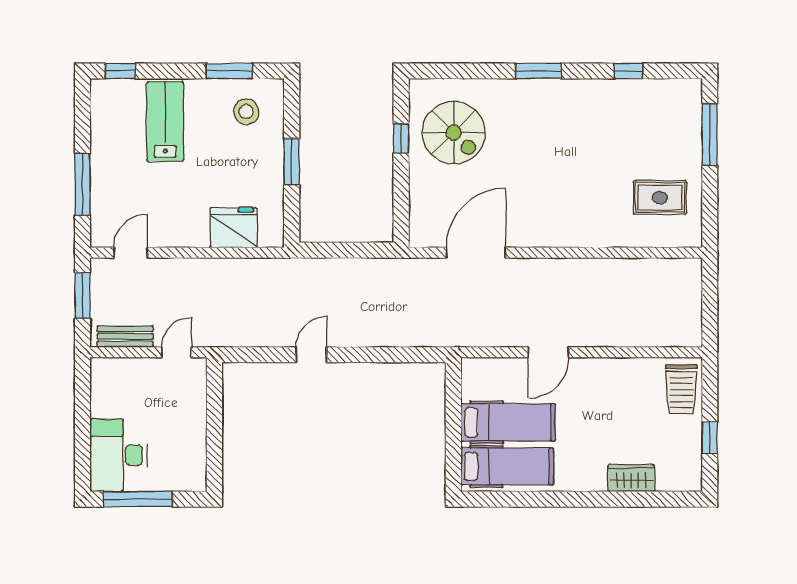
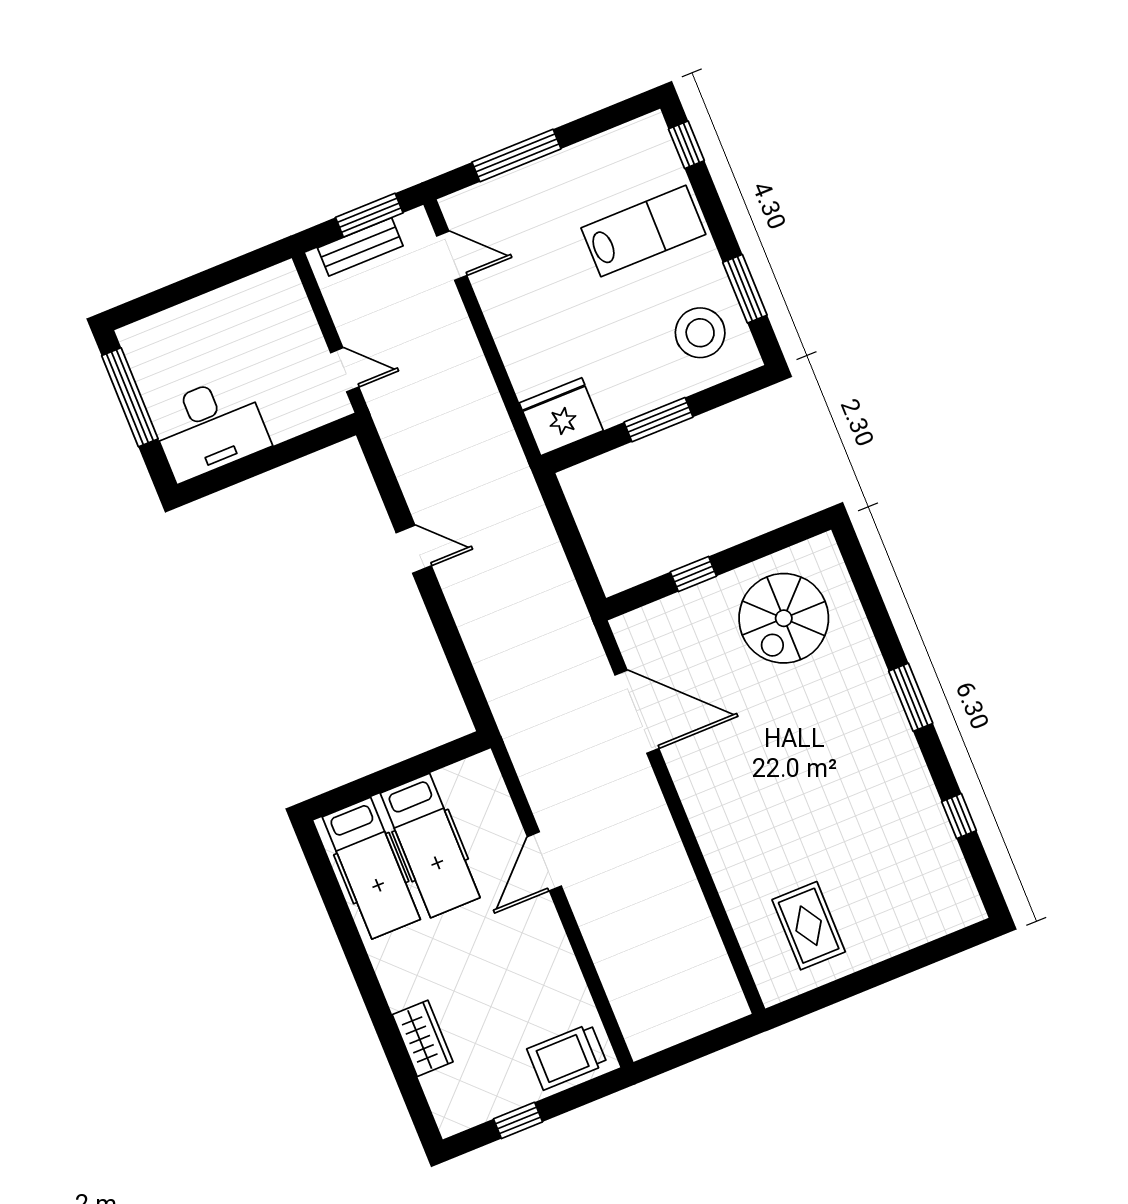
stool: (246, 112) -> (700, 333), width x1.38, depth x1.38
window: (710, 134) -> (919, 958), removed
window: (401, 138) -> (693, 574), moved
fridge: (234, 228) -> (561, 417), moved, turned -90
bench: (125, 337) -> (360, 247), moved, turned 90
door: (548, 352) -> (544, 861), hinge flipped
desk: (119, 455) -> (210, 428), moved, turned 180

